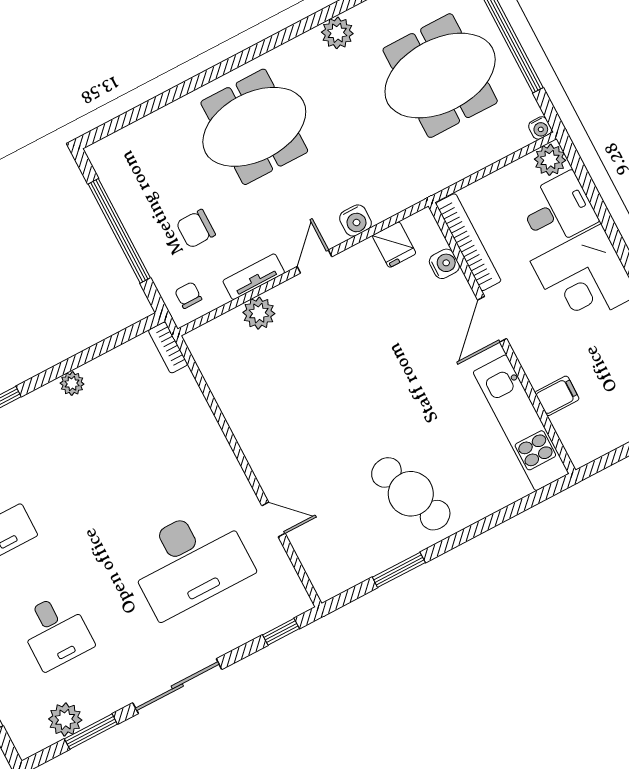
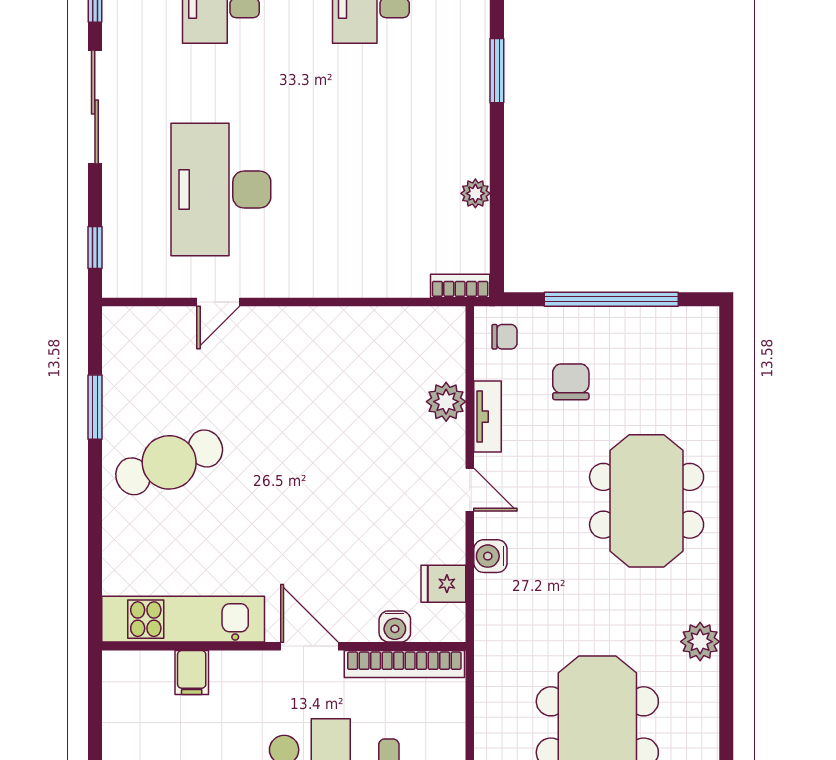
plant: (72, 384) -> (475, 193), moved

